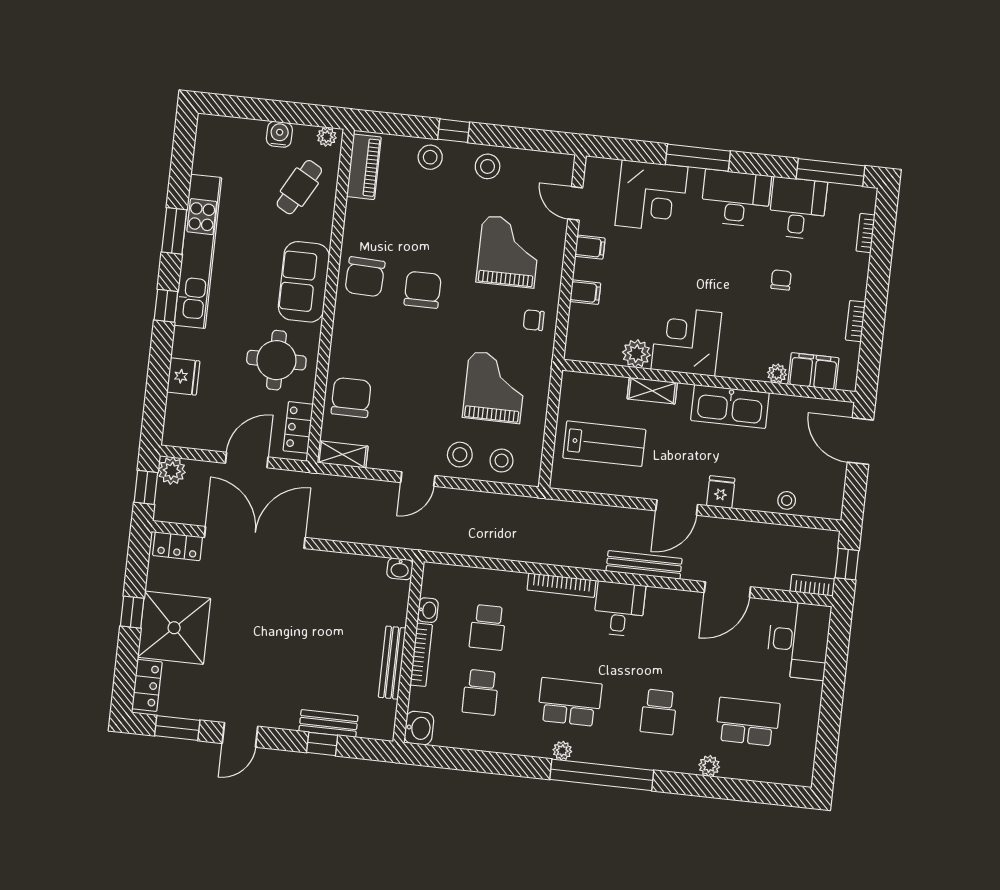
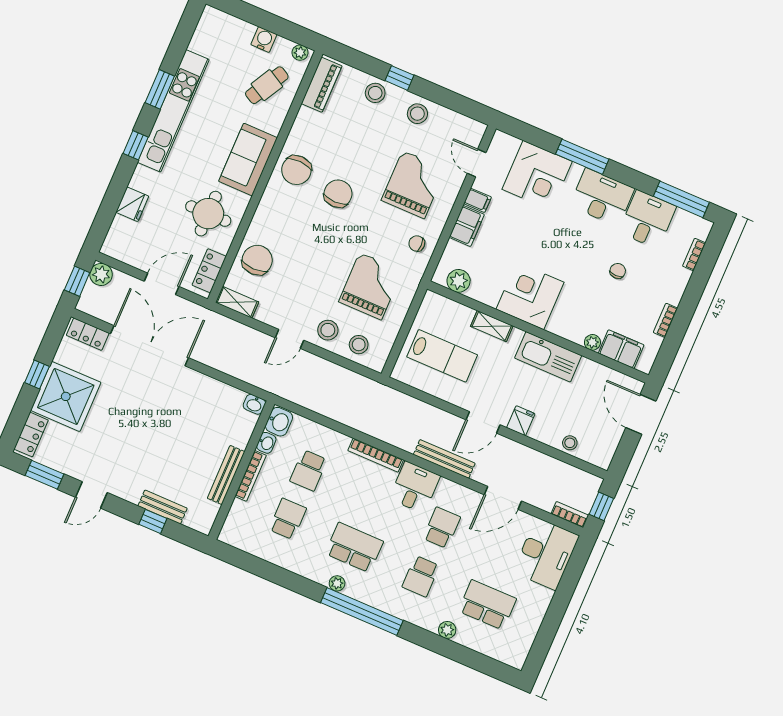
filing cabinet: (585, 292) -> (467, 226), width x2.00
plant: (636, 354) -> (459, 281), moved
school desk: (666, 647) -> (442, 528), added
school desk: (481, 692) -> (288, 519), turned 180
washbasin: (419, 728) -> (279, 422), moved

